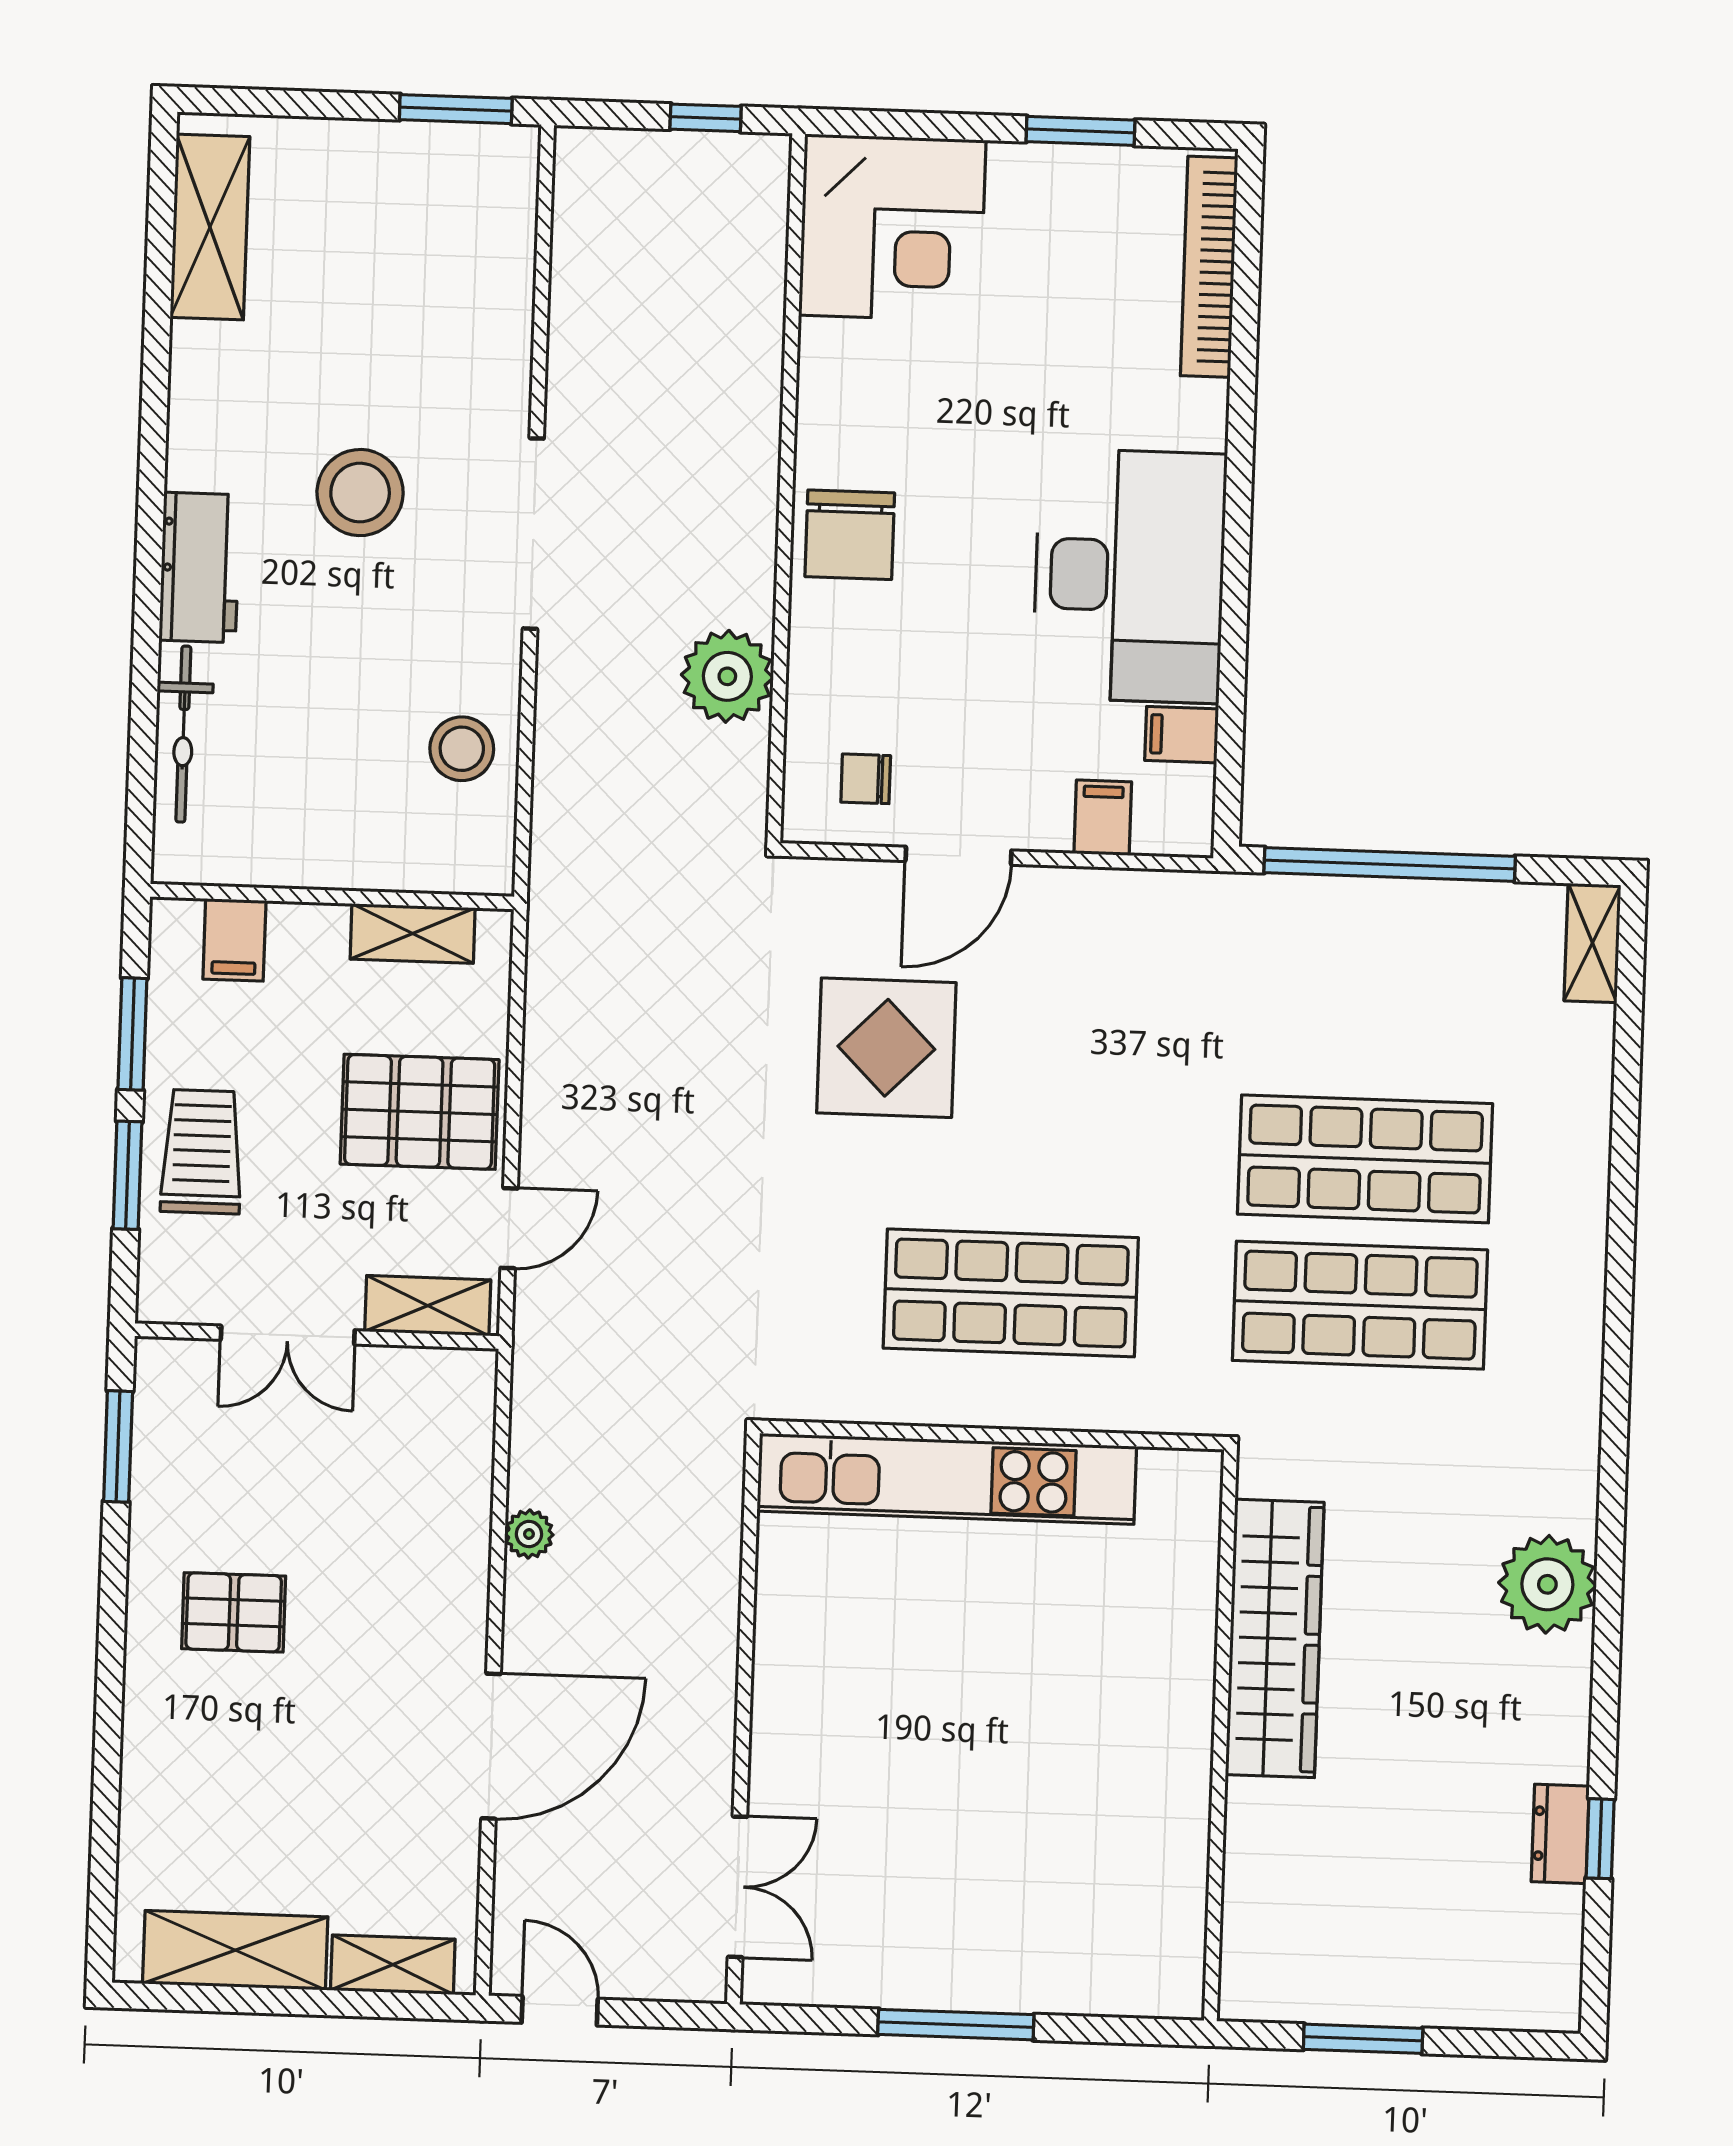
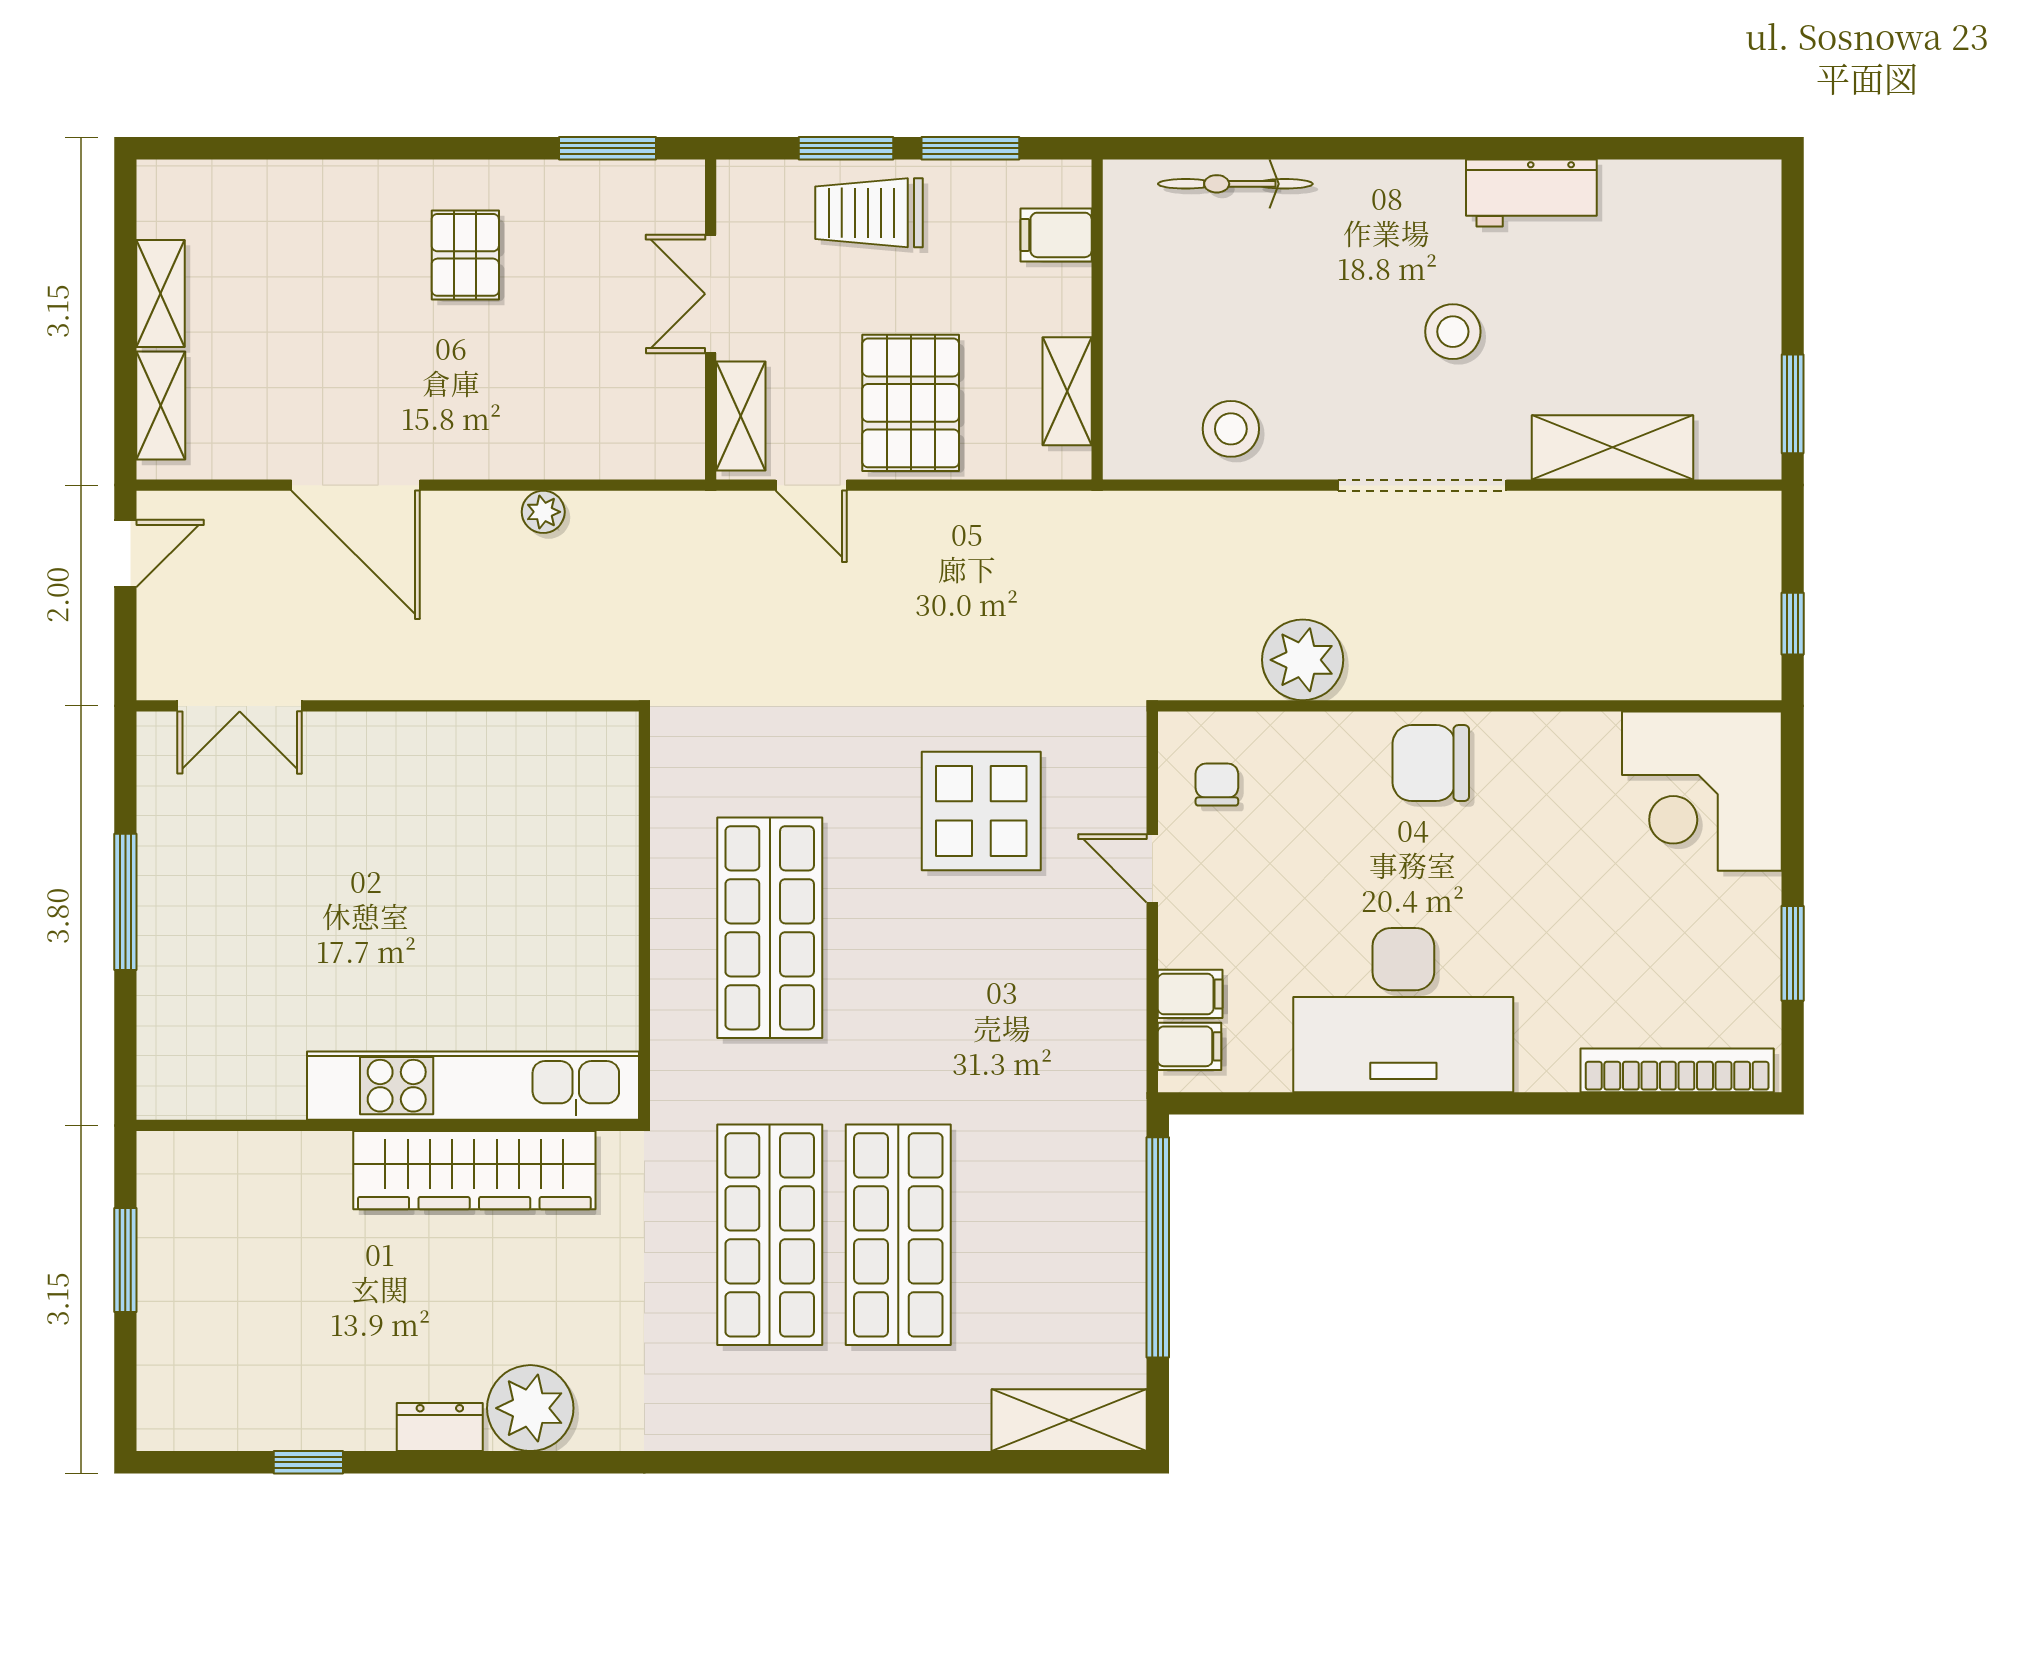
shelving: (210, 227) -> (1612, 447), moved
stool: (360, 493) -> (1453, 332), width x0.73, depth x0.73
workbench: (200, 567) -> (1531, 193), moved
filing cabinet: (1182, 735) -> (1189, 1046), moved, turned 90
door: (958, 856) -> (1152, 868), width x0.73
shelving: (1592, 943) -> (1069, 1420), width x1.50, depth x1.33
trolley: (202, 1152) -> (869, 213), turned 180
kitchen unit: (947, 1479) -> (473, 1086), moved, turned 90
dresser: (1560, 1834) -> (440, 1427), moved
shelving: (235, 1950) -> (161, 293), width x0.67, depth x0.75

